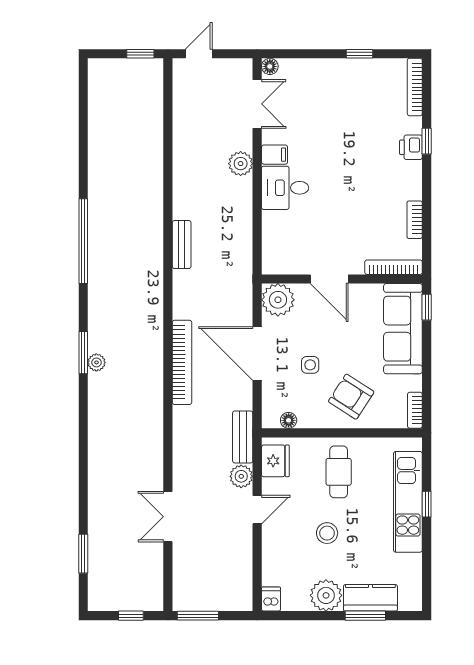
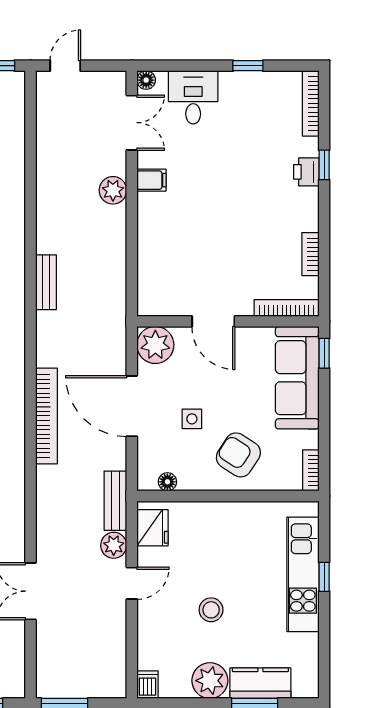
desk: (285, 188) -> (193, 97), moved, turned 90
cafe table: (339, 472) -> (224, 540), removed

